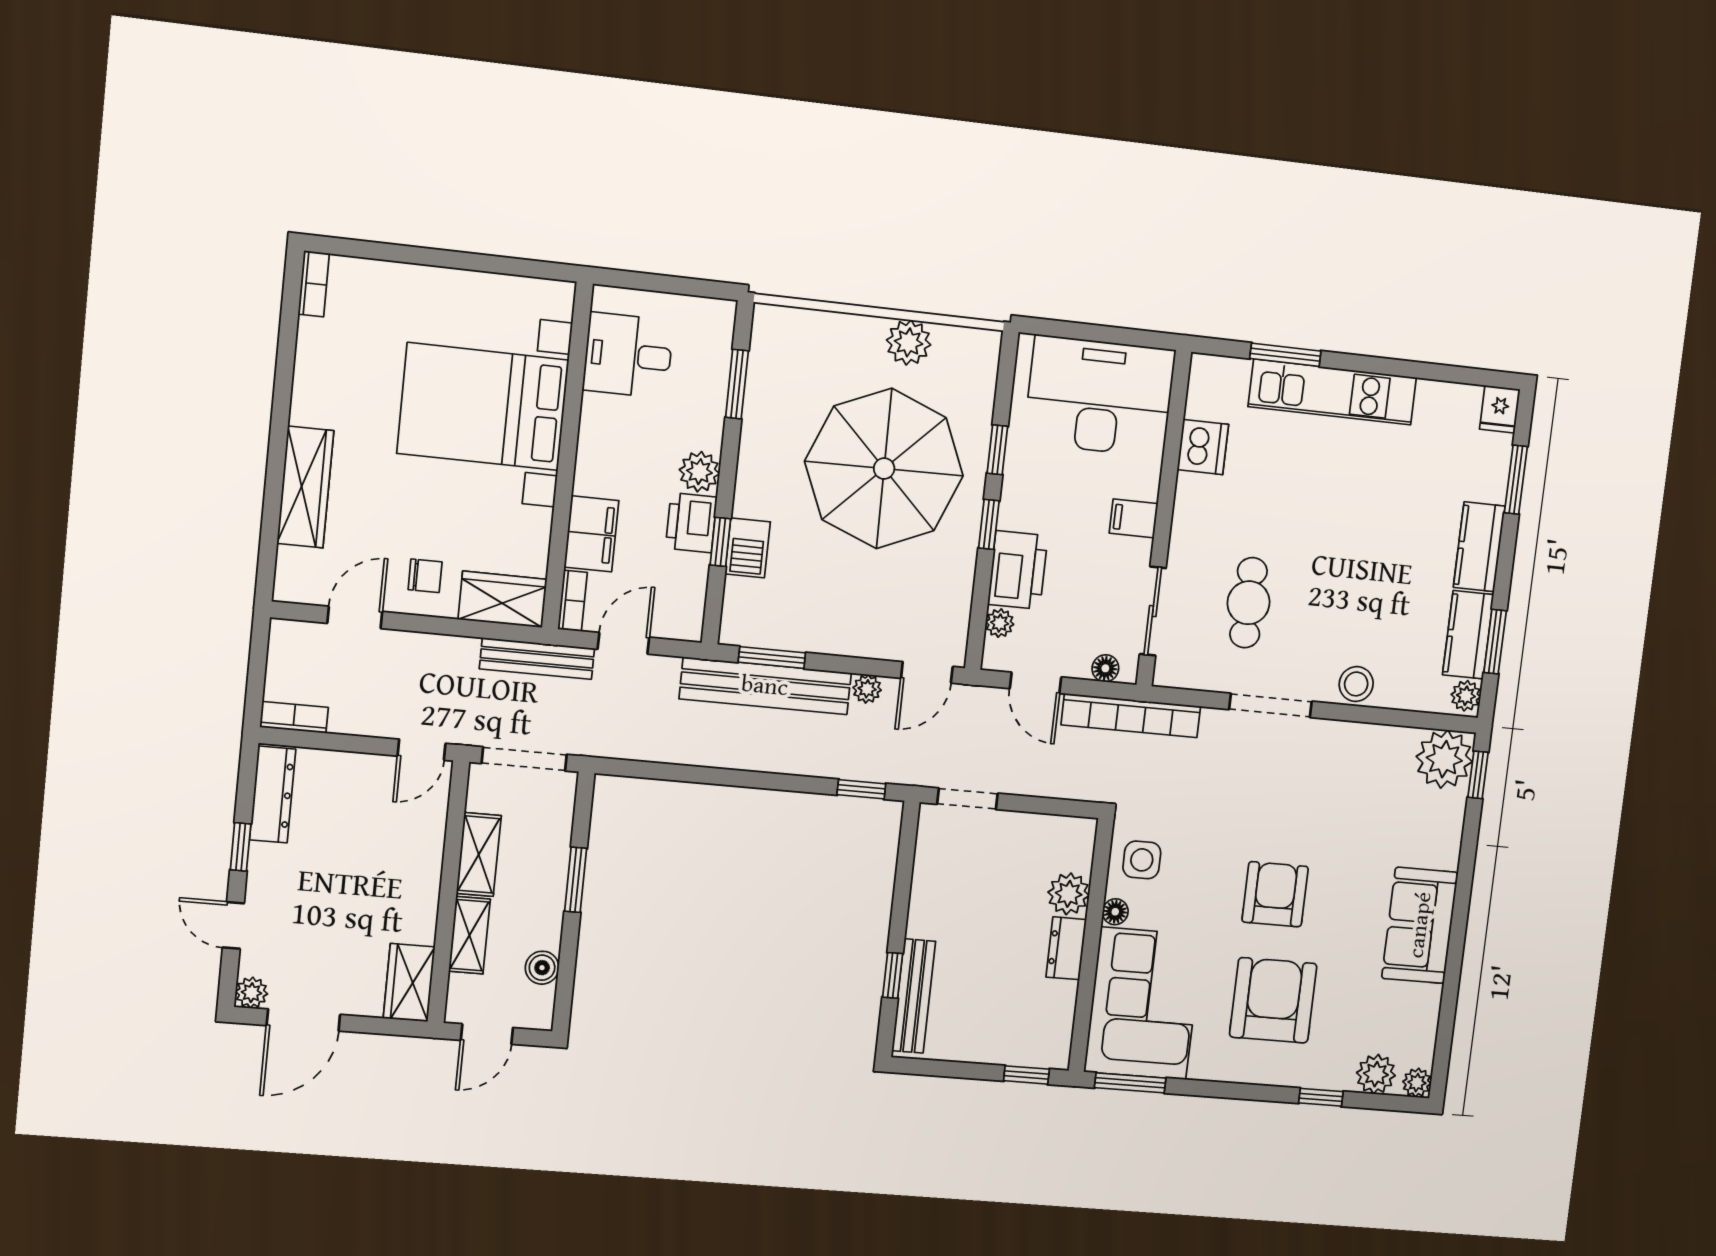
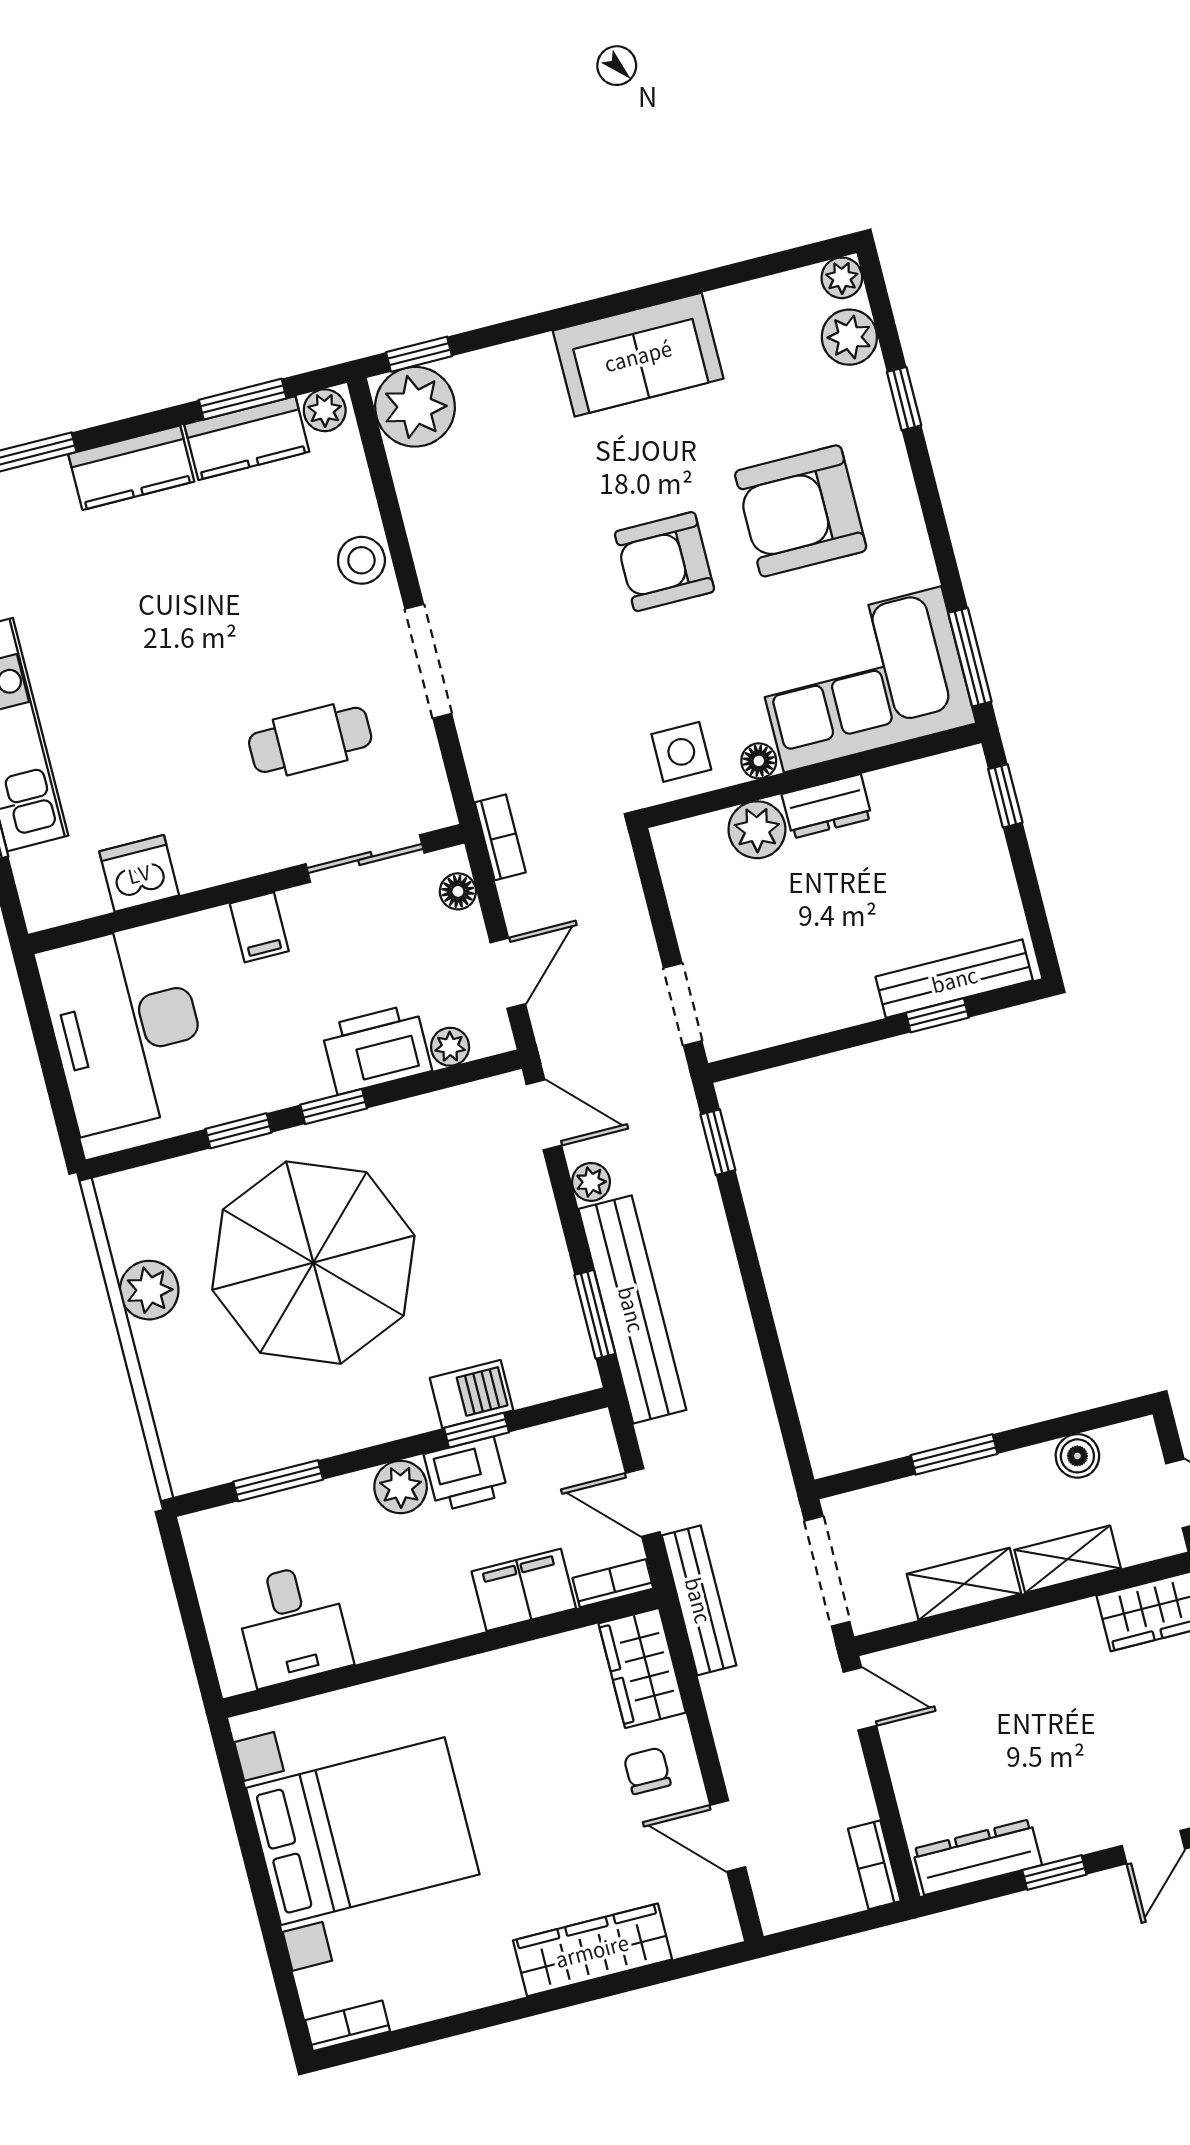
bed with nightstands: (483, 407) -> (363, 1831), moved, turned -90
bookcase: (1131, 716) -> (500, 837), width x0.43, depth x0.76

